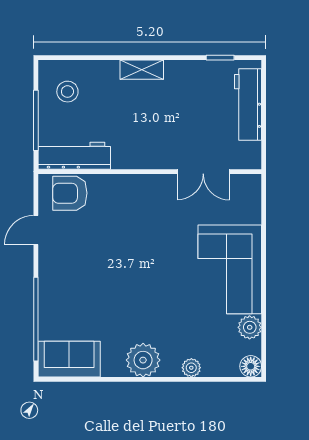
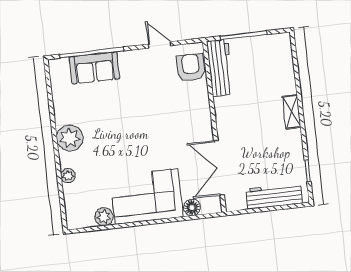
stool: (67, 92) -> (268, 57), removed
double door: (203, 172) -> (219, 168), width x1.37
sofa: (69, 359) -> (94, 68), moved, turned 90
floor lamp: (251, 366) -> (192, 208), moved

